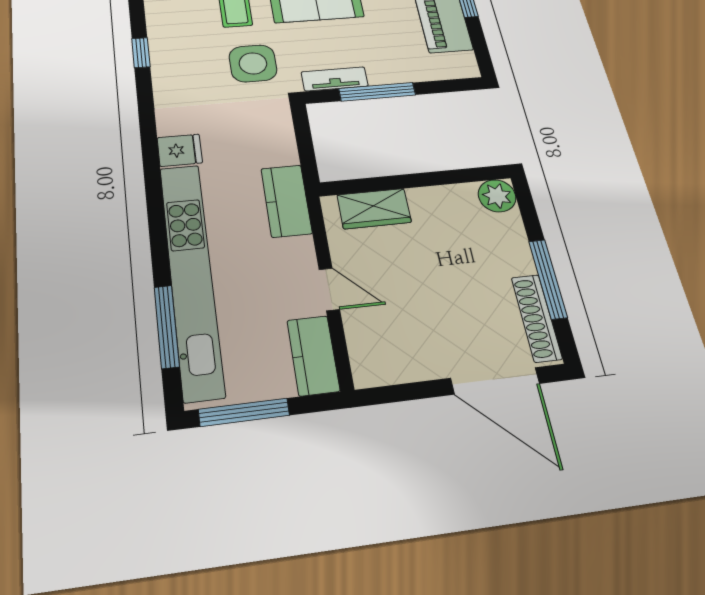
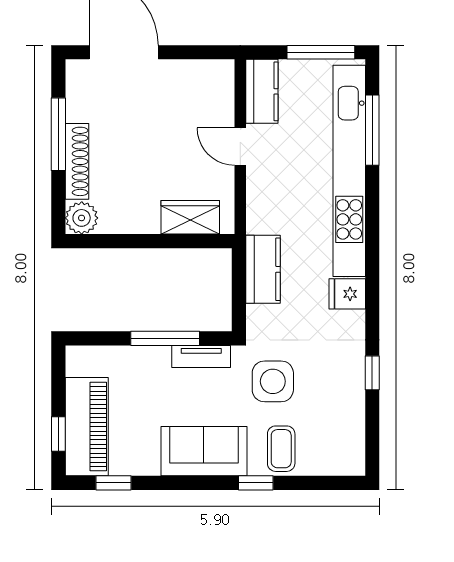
window: (141, 53) -> (372, 373), moved
kitchen counter: (286, 201) -> (263, 269), moved
shoe rack: (536, 318) -> (77, 161), moved

